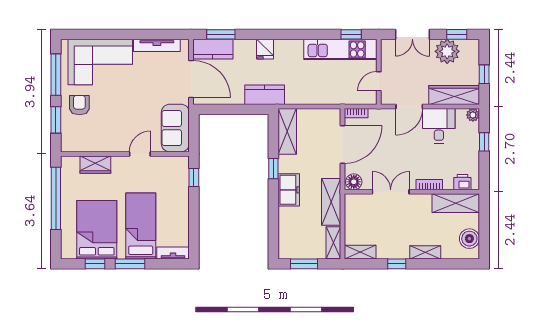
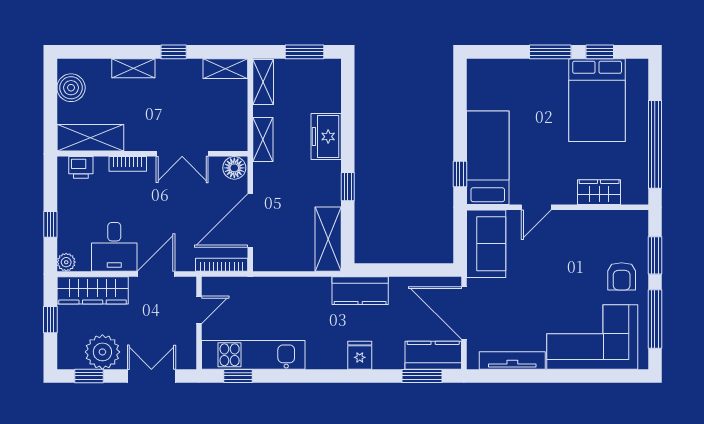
bookcase: (356, 113) -> (222, 265), width x1.56
freezer: (289, 190) -> (326, 137), moved
shelving: (331, 202) -> (263, 140), width x0.67, depth x0.75
bed: (141, 226) -> (488, 158), moved, turned 180
tv unit: (173, 253) -> (489, 67), removed

